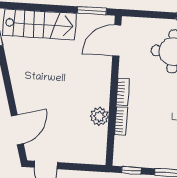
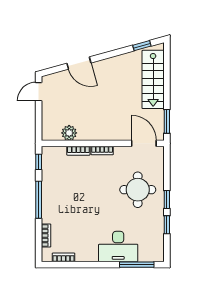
plant: (99, 117) -> (69, 133), moved
door: (17, 130) -> (79, 63), moved

